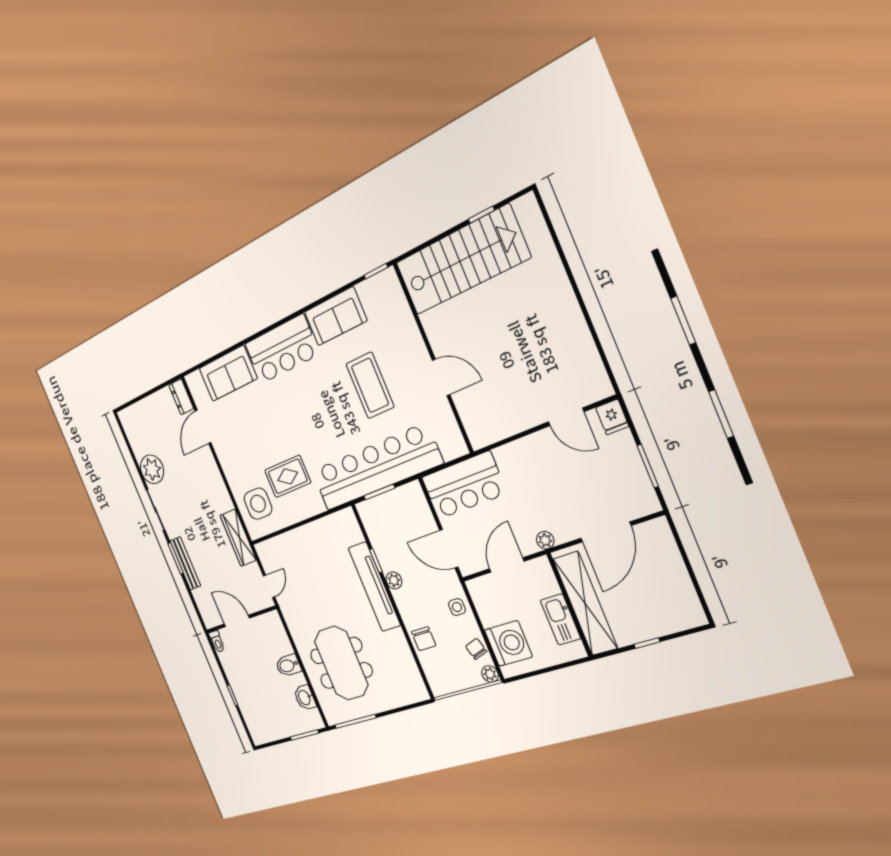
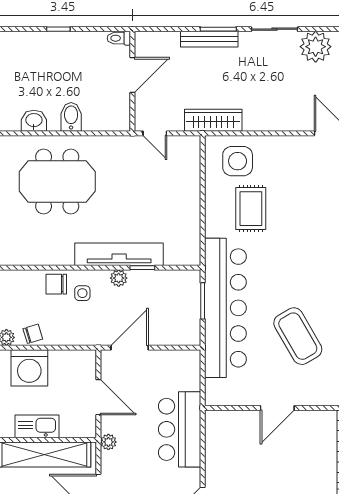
coffee table: (370, 385) -> (298, 336), turned 60
bar counter: (464, 485) -> (180, 429), moved
side table: (457, 607) -> (82, 293), moved

